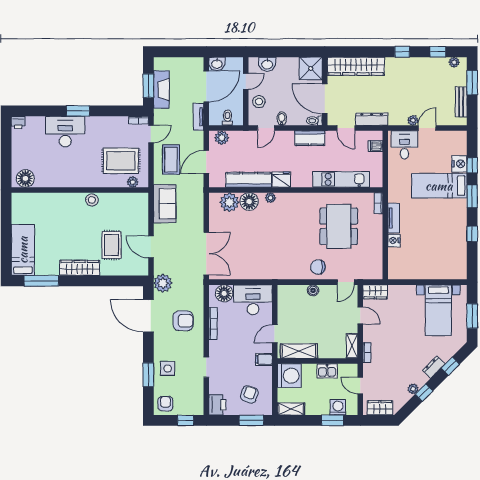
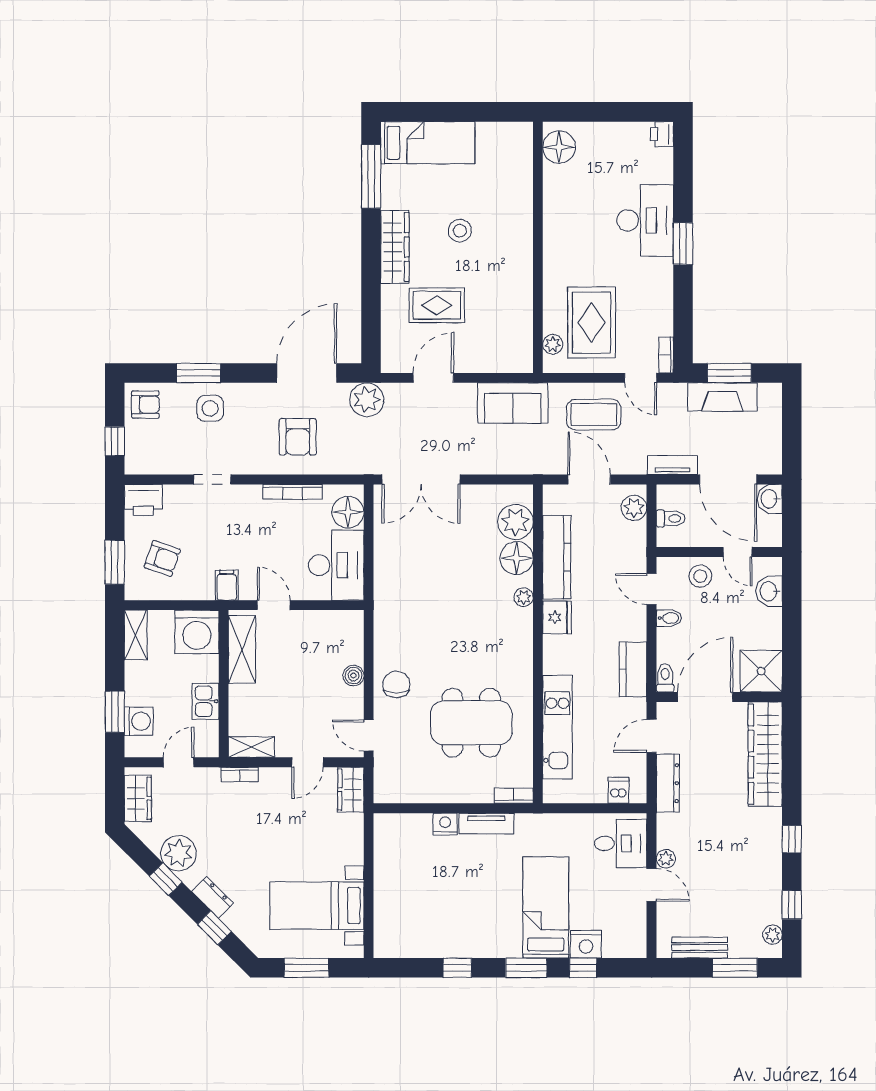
stool: (92, 200) -> (460, 231), moved
plant: (413, 389) -> (179, 853), width x1.87, depth x1.87

